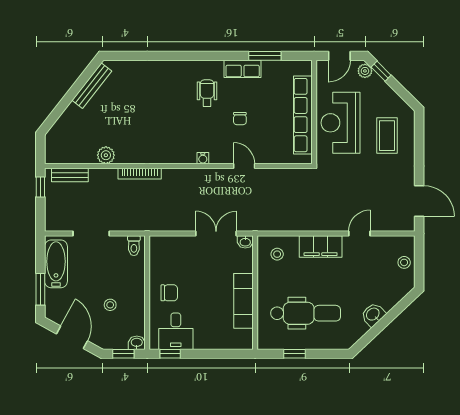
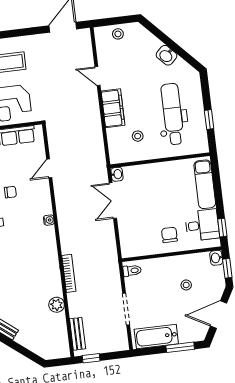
door: (244, 166) -> (49, 168), moved
stool: (277, 254) -> (138, 136), moved
exam couch: (243, 301) -> (205, 184), moved, turned 90

